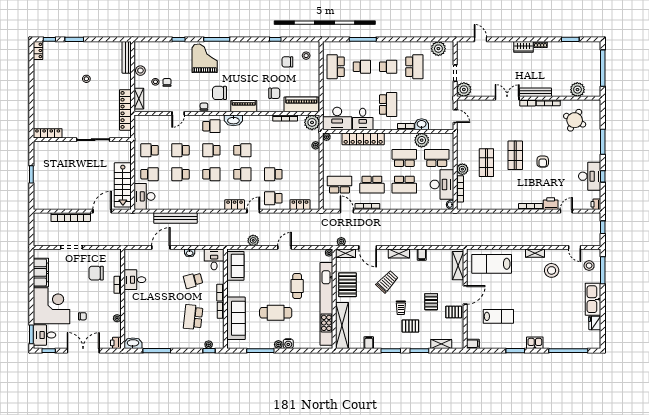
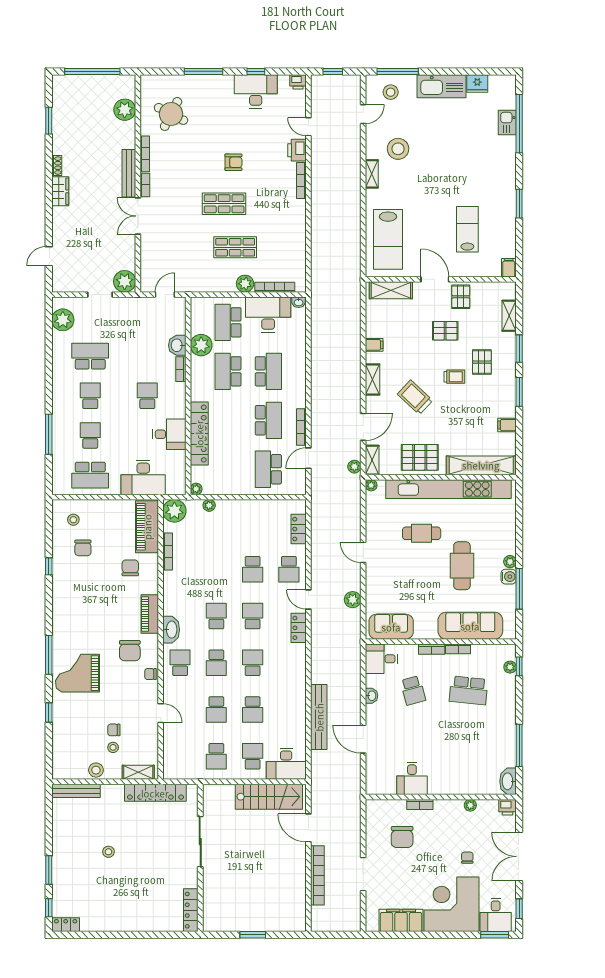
school desk: (388, 105) -> (147, 396), width x0.54
desk: (337, 119) -> (143, 477), moved, turned 90
kitchen sink: (535, 343) -> (507, 122), moved
water cooler: (288, 344) -> (509, 577), moved

